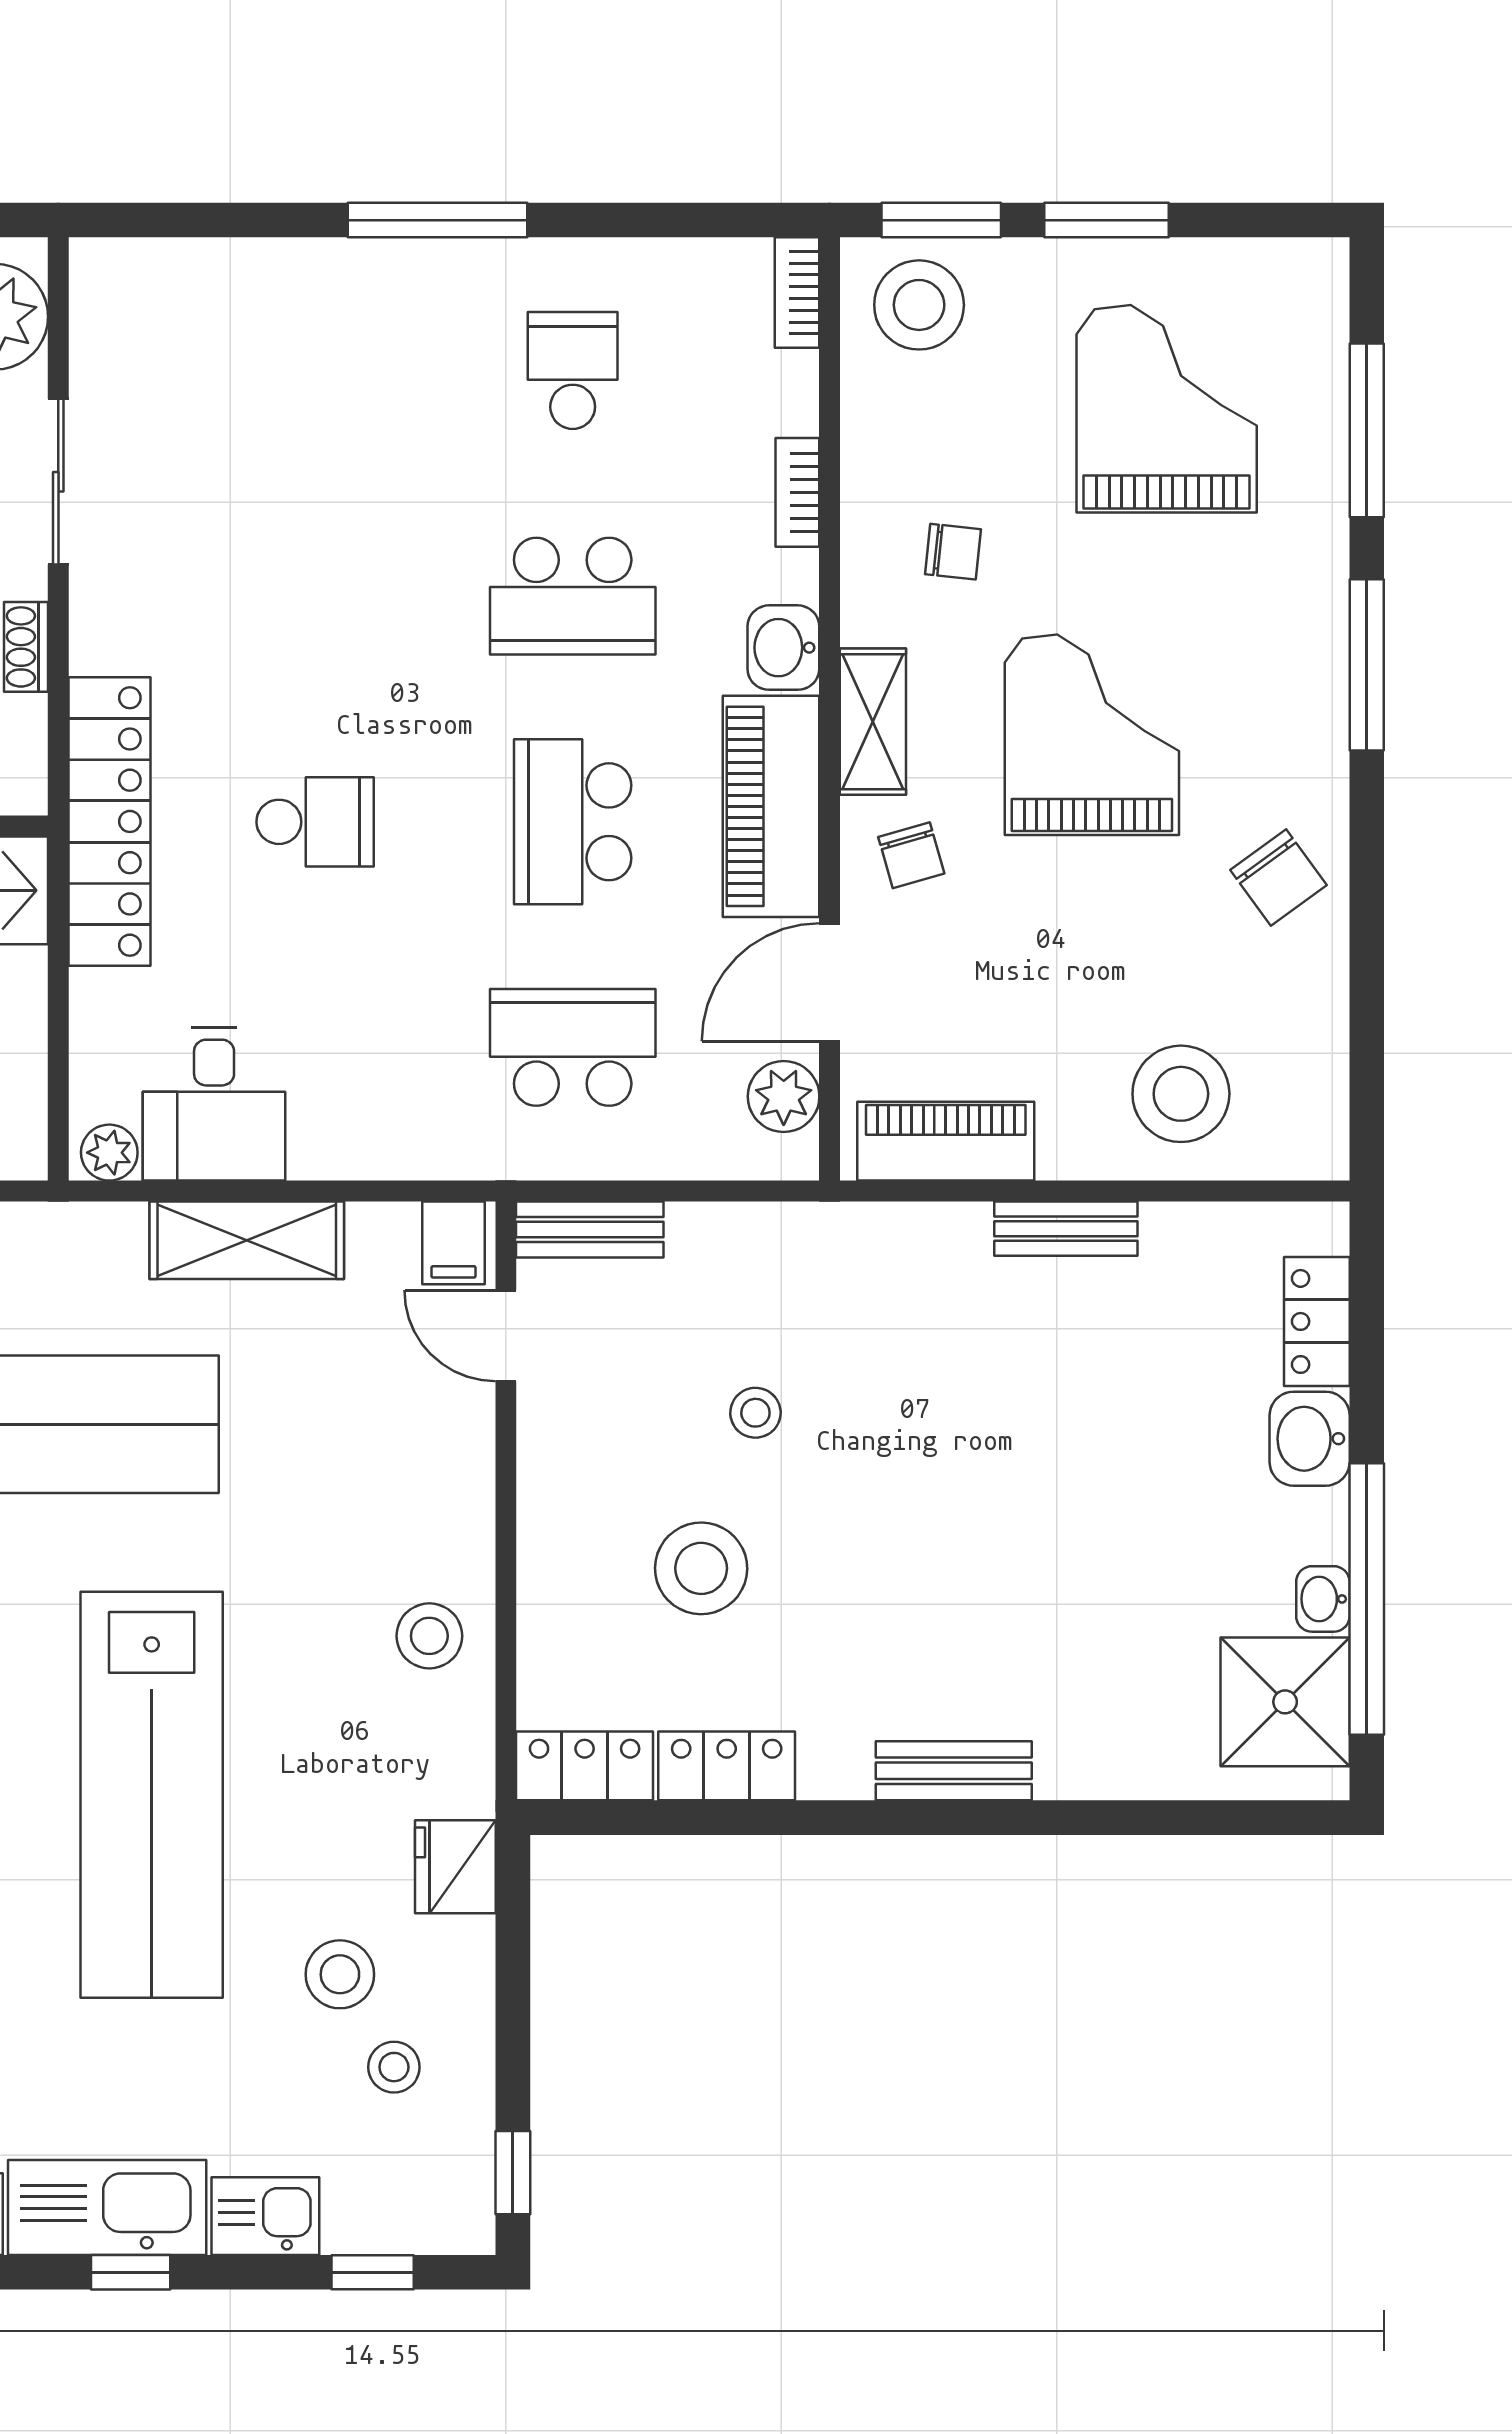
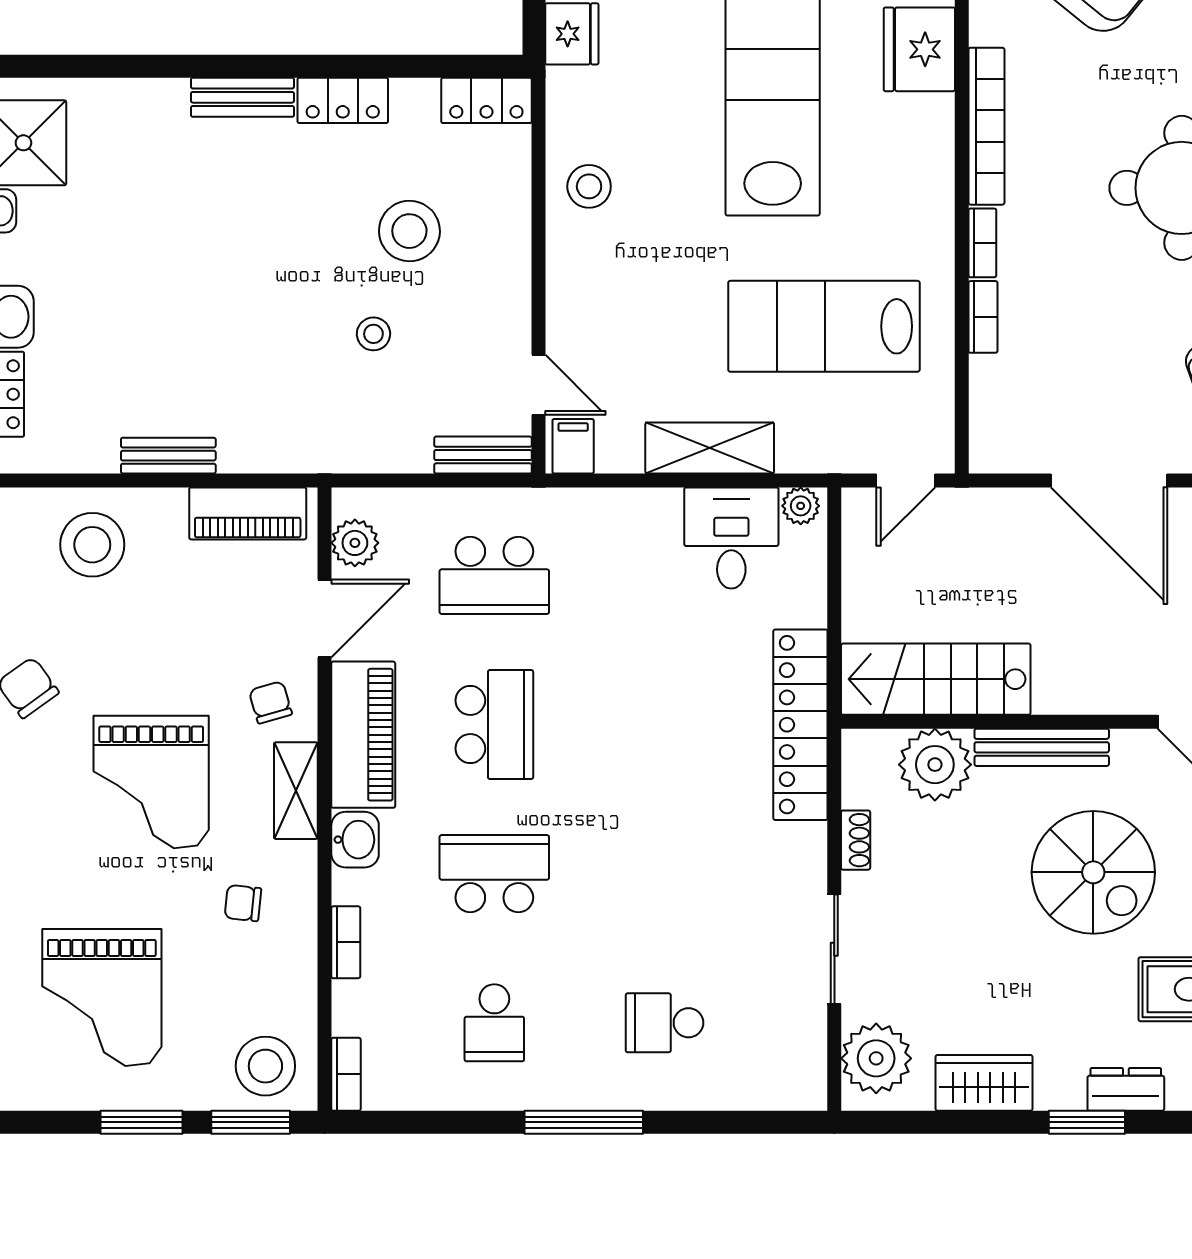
school desk: (315, 822) -> (664, 1023), moved
locker: (727, 1766) -> (343, 100), moved

